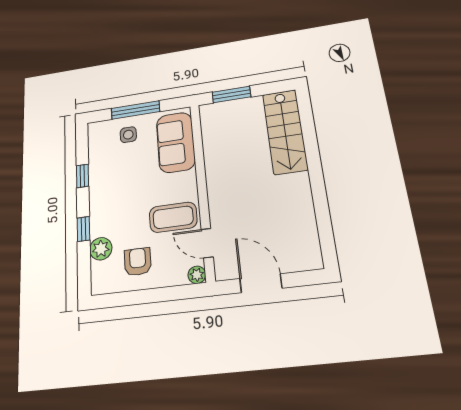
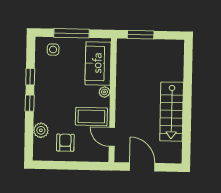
stairs: (285, 131) -> (172, 112), moved
side table: (128, 135) -> (53, 50), moved
window: (83, 229) -> (30, 103), moved
plant: (197, 275) -> (104, 92), moved

